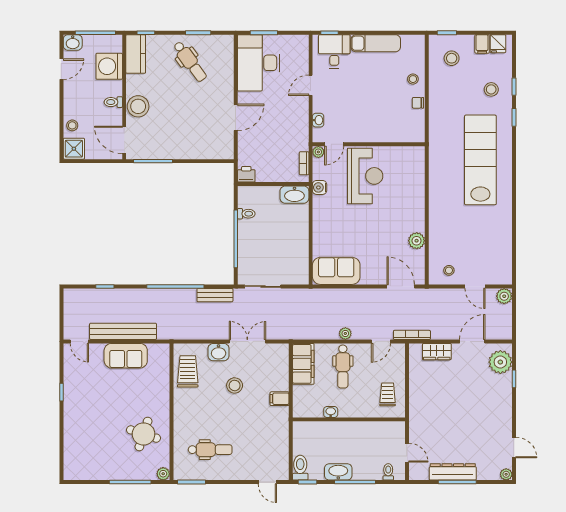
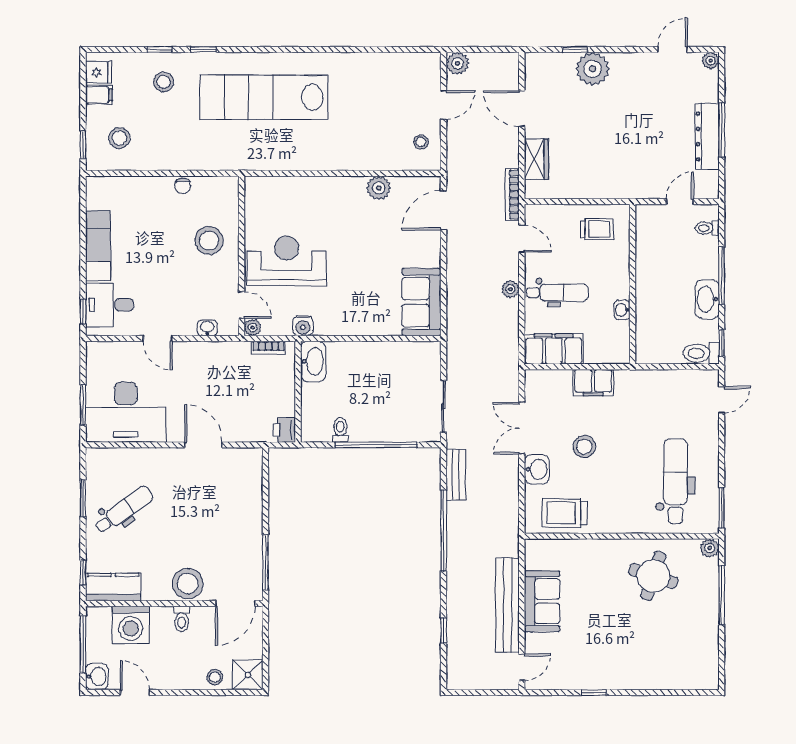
stool: (413, 79) -> (209, 241), moved, width x1.89, depth x1.89
plant: (500, 362) -> (592, 69), moved
trolley: (388, 394) -> (597, 229), turned 180
filing cabinet: (280, 399) -> (593, 383), width x2.00
dental chair: (210, 450) -> (675, 481), width x1.36, depth x1.38

